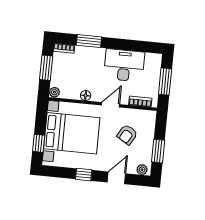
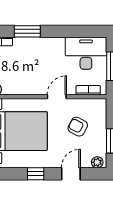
desk: (124, 65) -> (86, 53), moved
floor lamp: (86, 96) -> (29, 90), removed
armchair: (127, 135) -> (78, 127), turned 88

